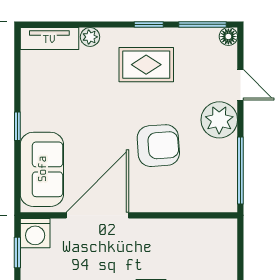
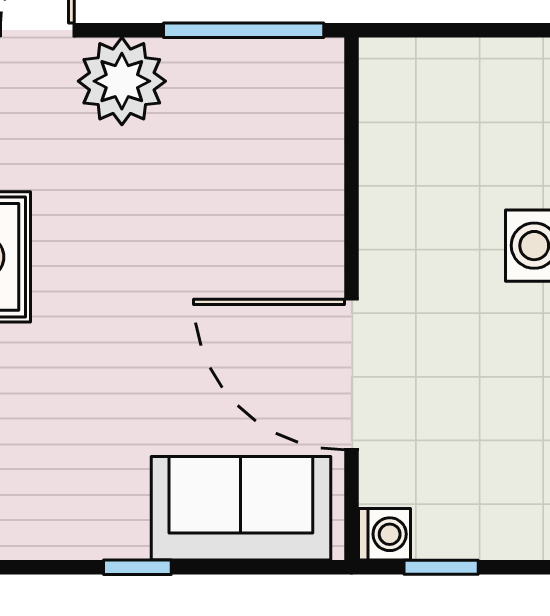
armchair: (158, 146) -> (184, 228), removed
washing machine: (35, 233) -> (385, 534), width x0.73, depth x0.73

